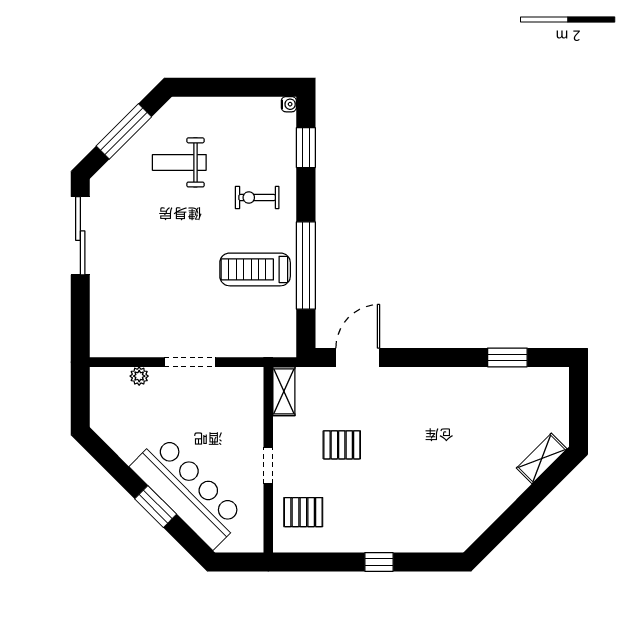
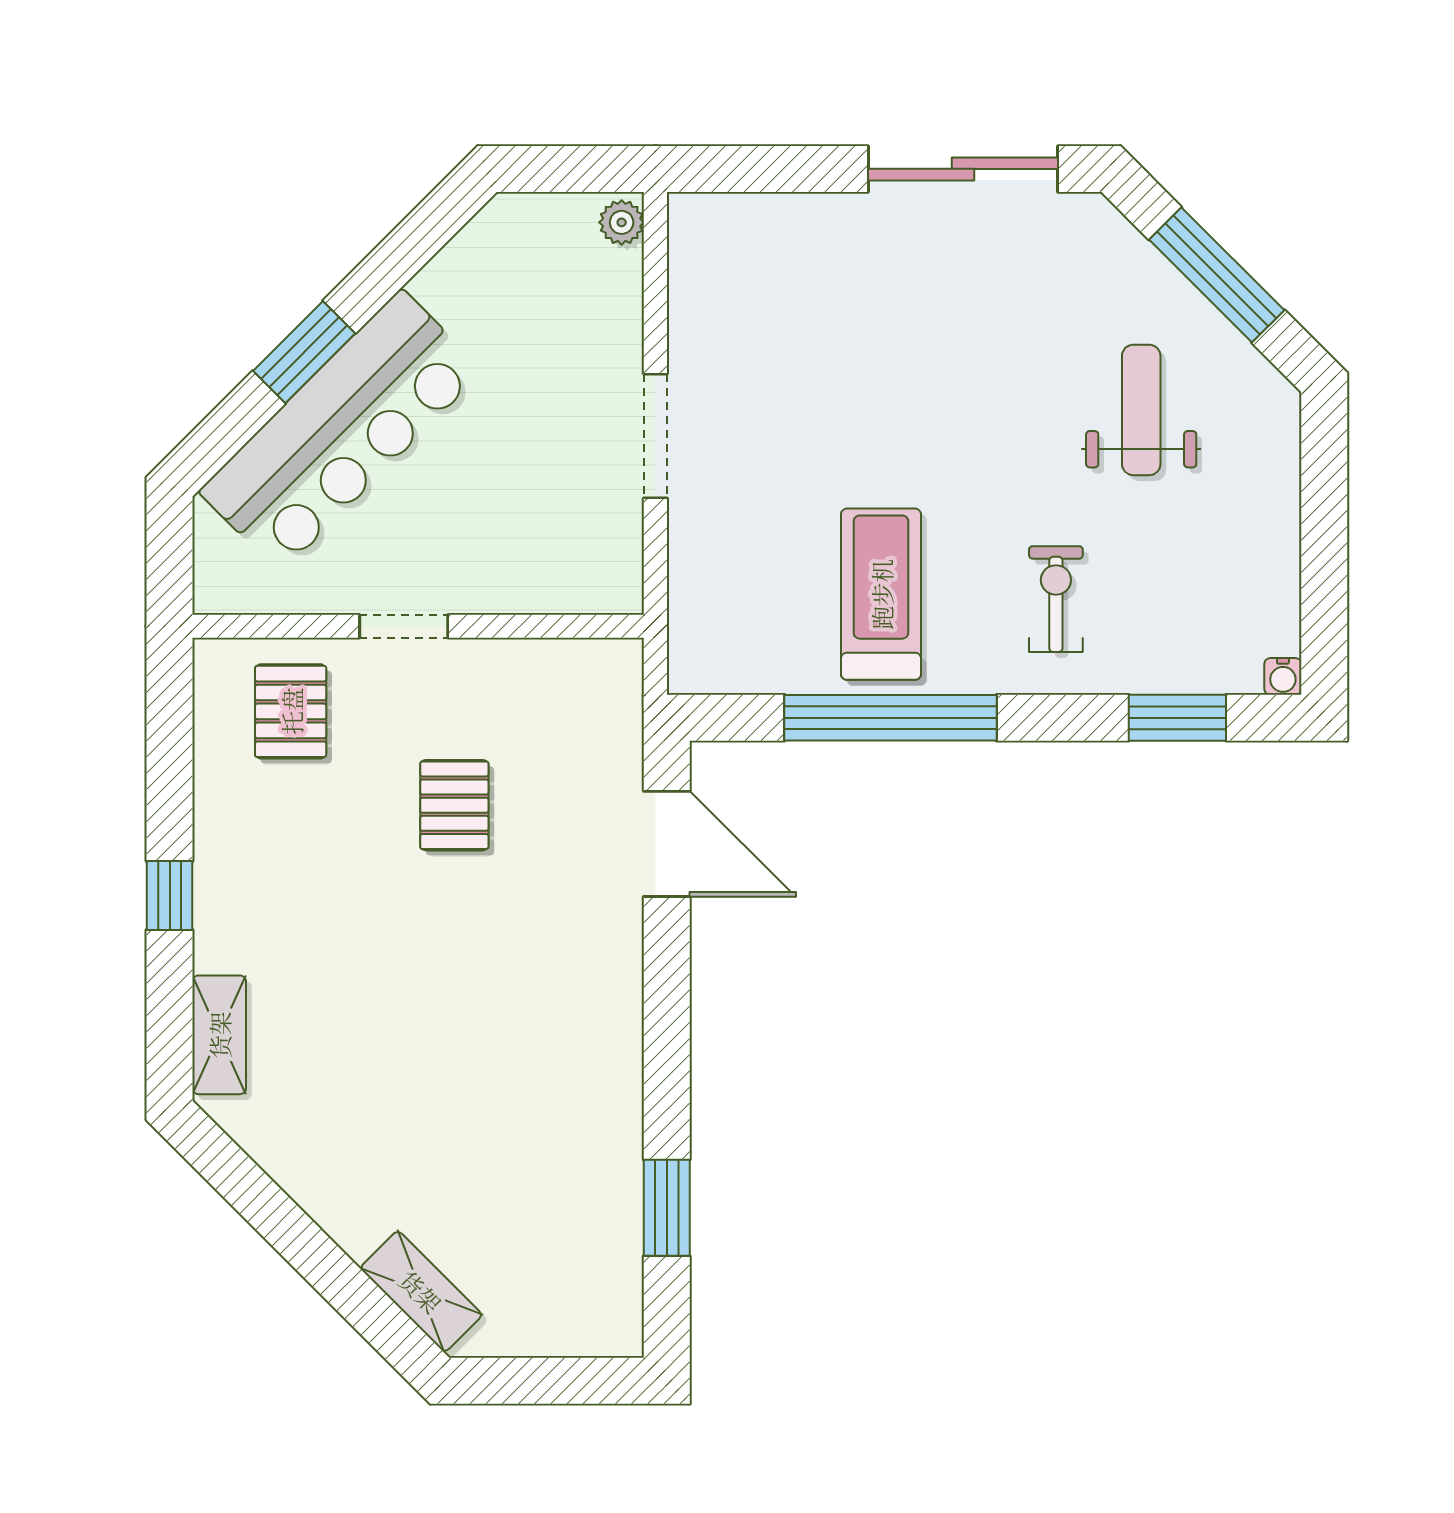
plant: (139, 376) -> (622, 222), moved
shelving: (284, 391) -> (219, 1035), moved, turned 90

